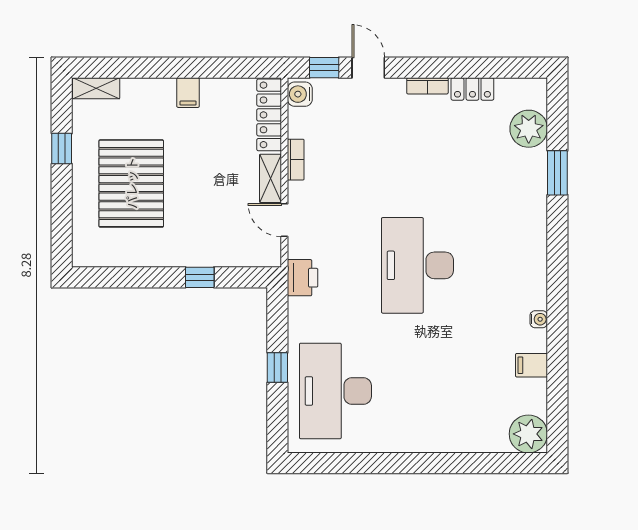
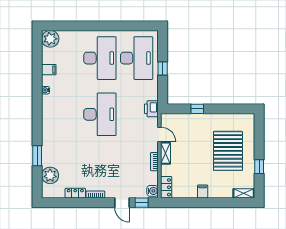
locker: (269, 115) -> (166, 187), width x0.66
desk: (417, 391) -> (100, 58), added

